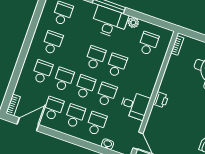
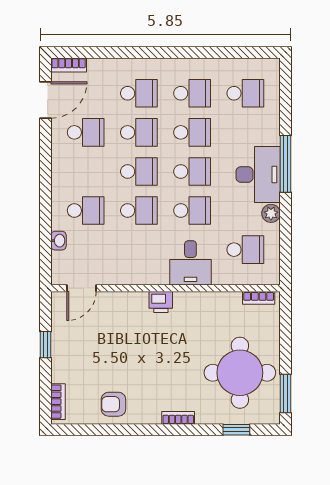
desk: (135, 105) -> (190, 263), moved
school desk: (75, 116) -> (192, 132), moved
door: (28, 124) -> (45, 100), hinge flipped

